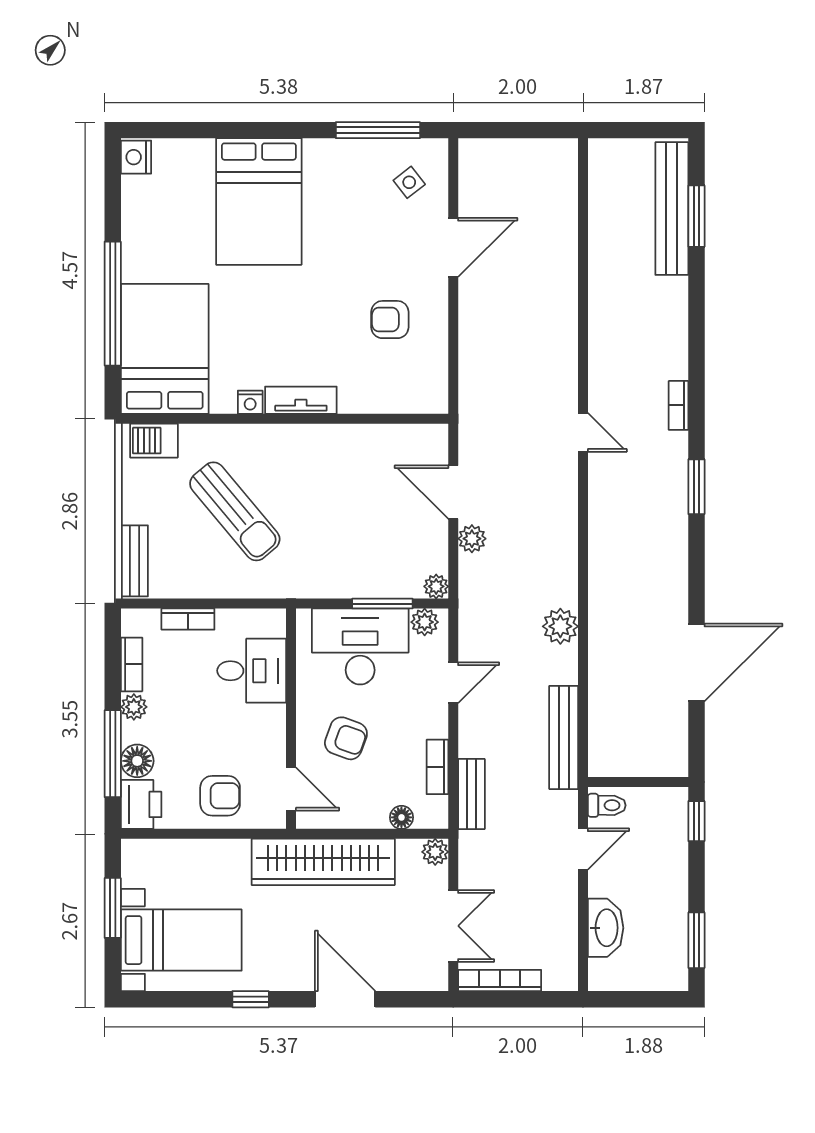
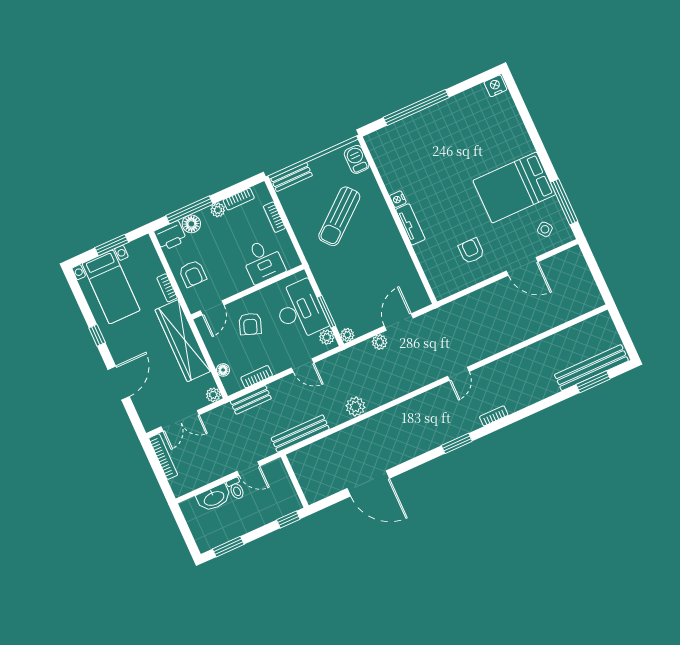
bed: (259, 202) -> (514, 187), moved
bed: (165, 349) -> (405, 144), removed
toilet: (607, 805) -> (236, 489), moved
bookcase: (224, 849) -> (167, 288), added

